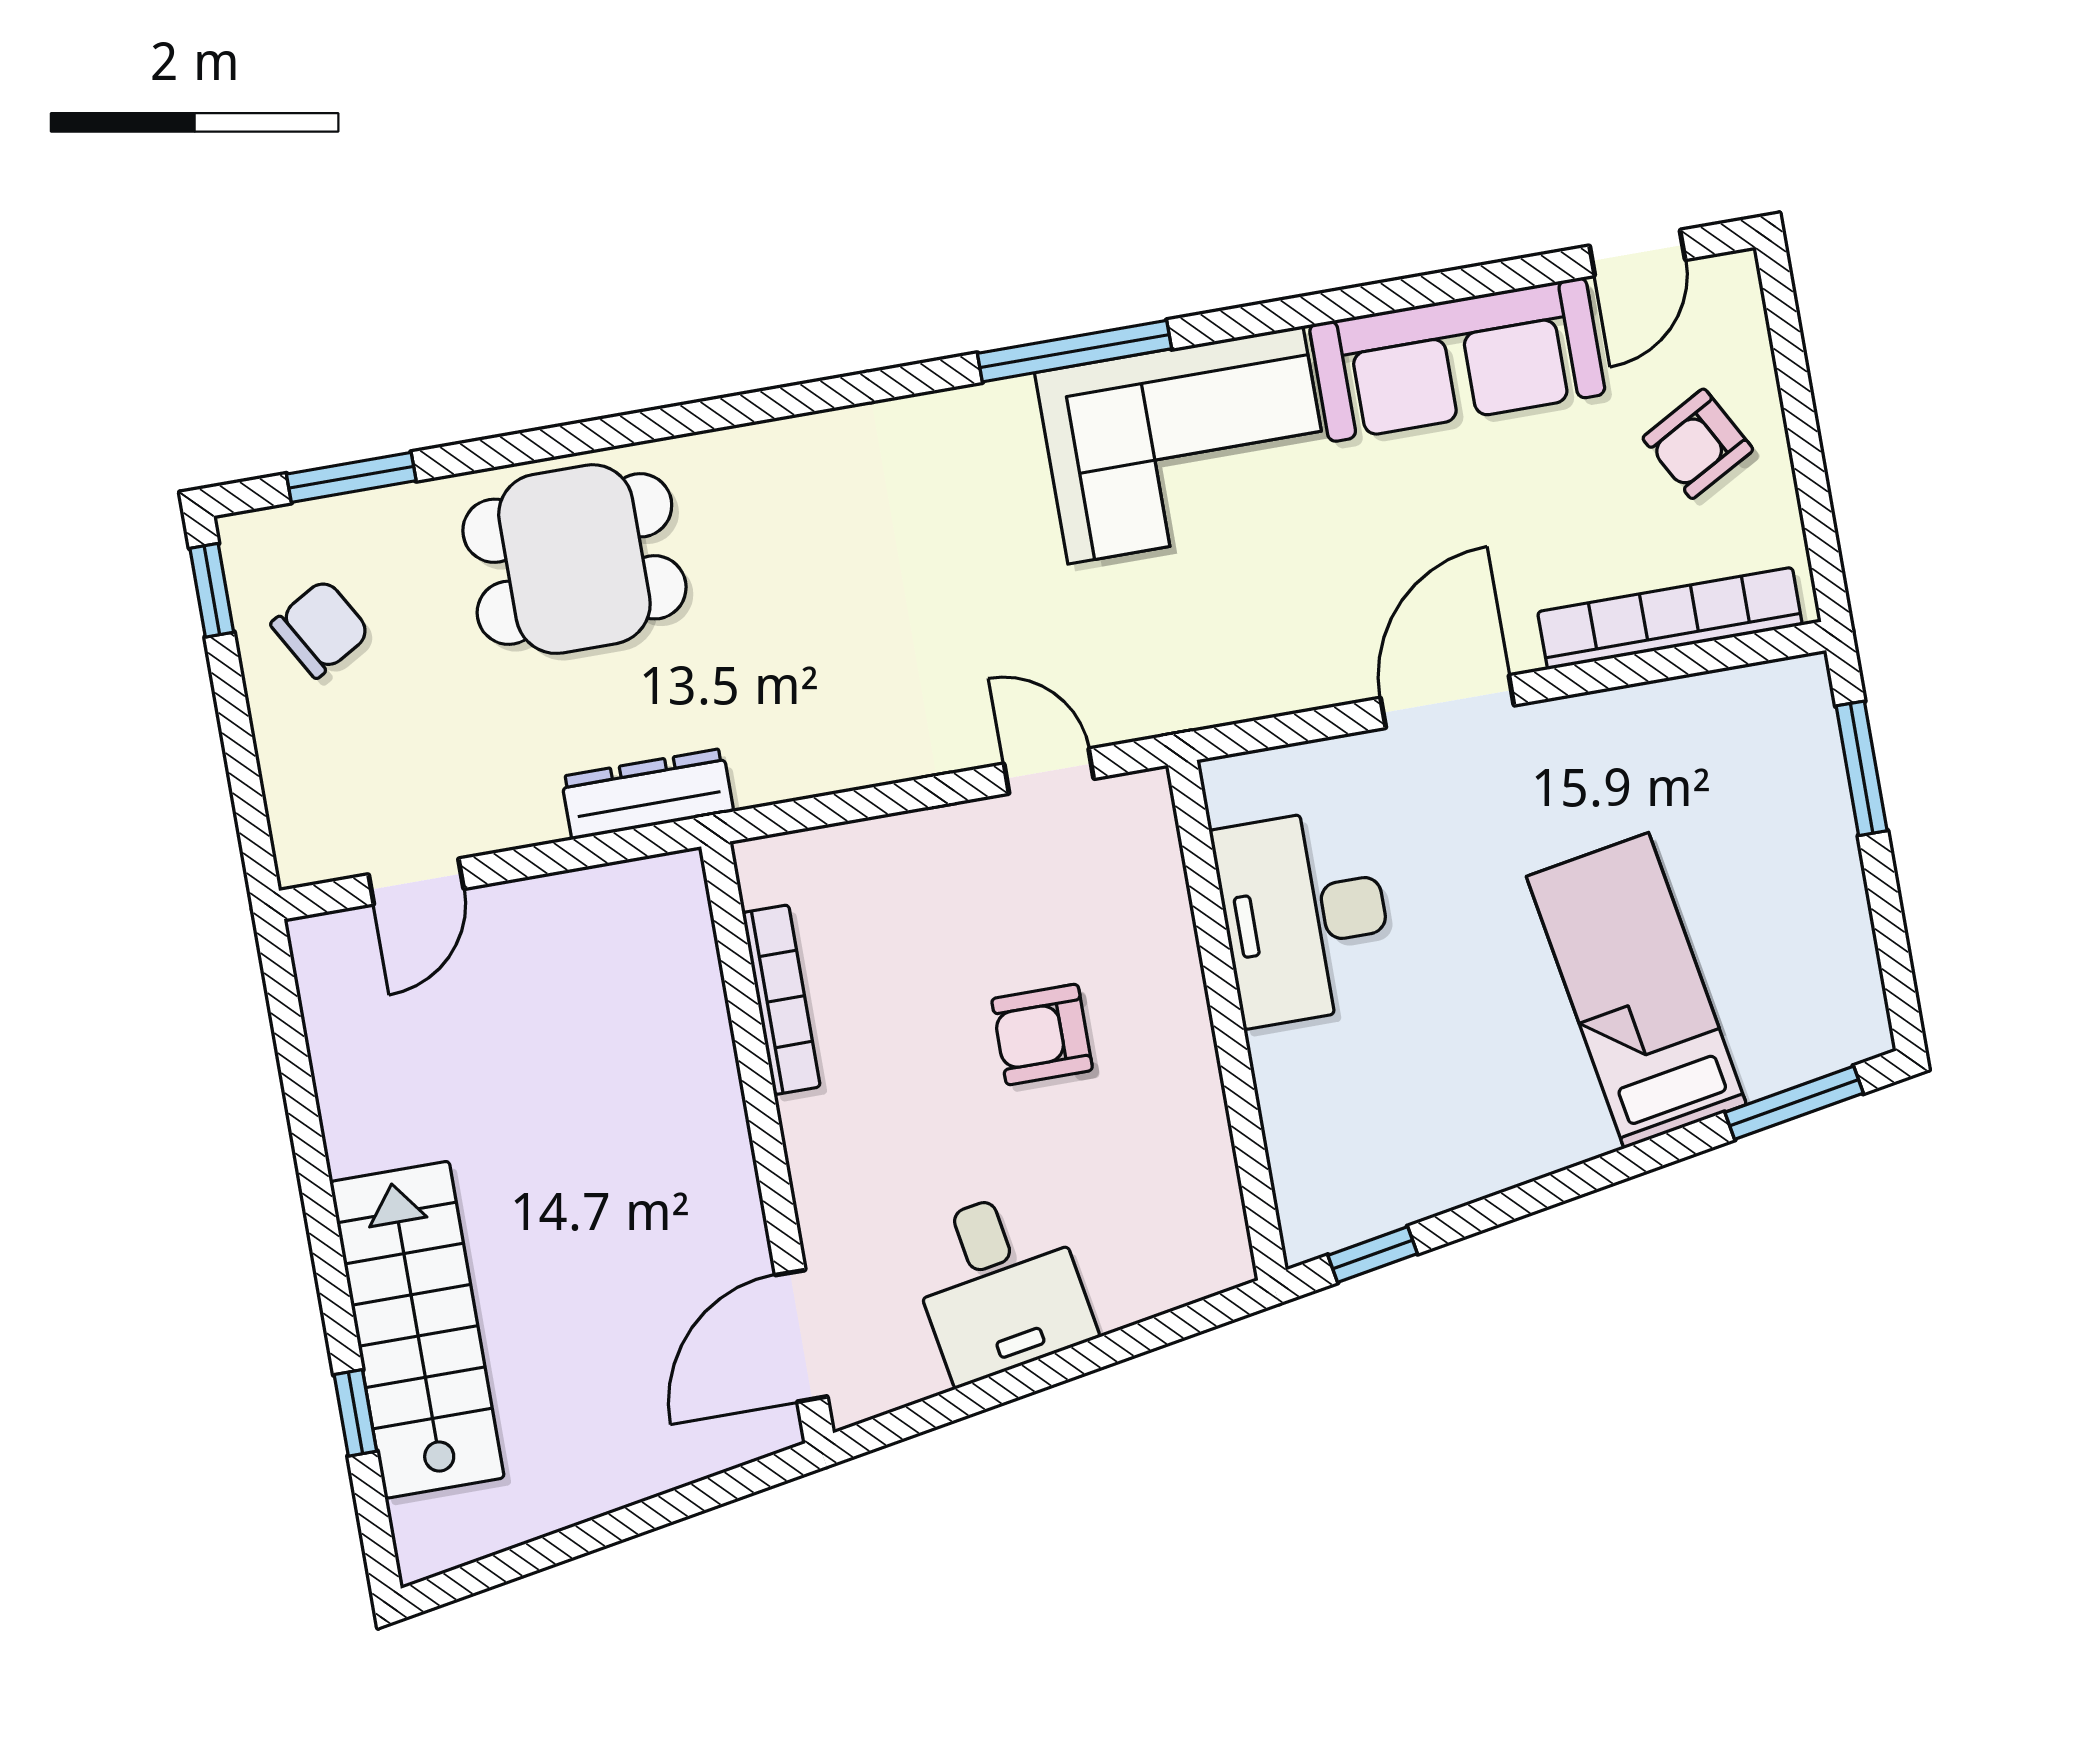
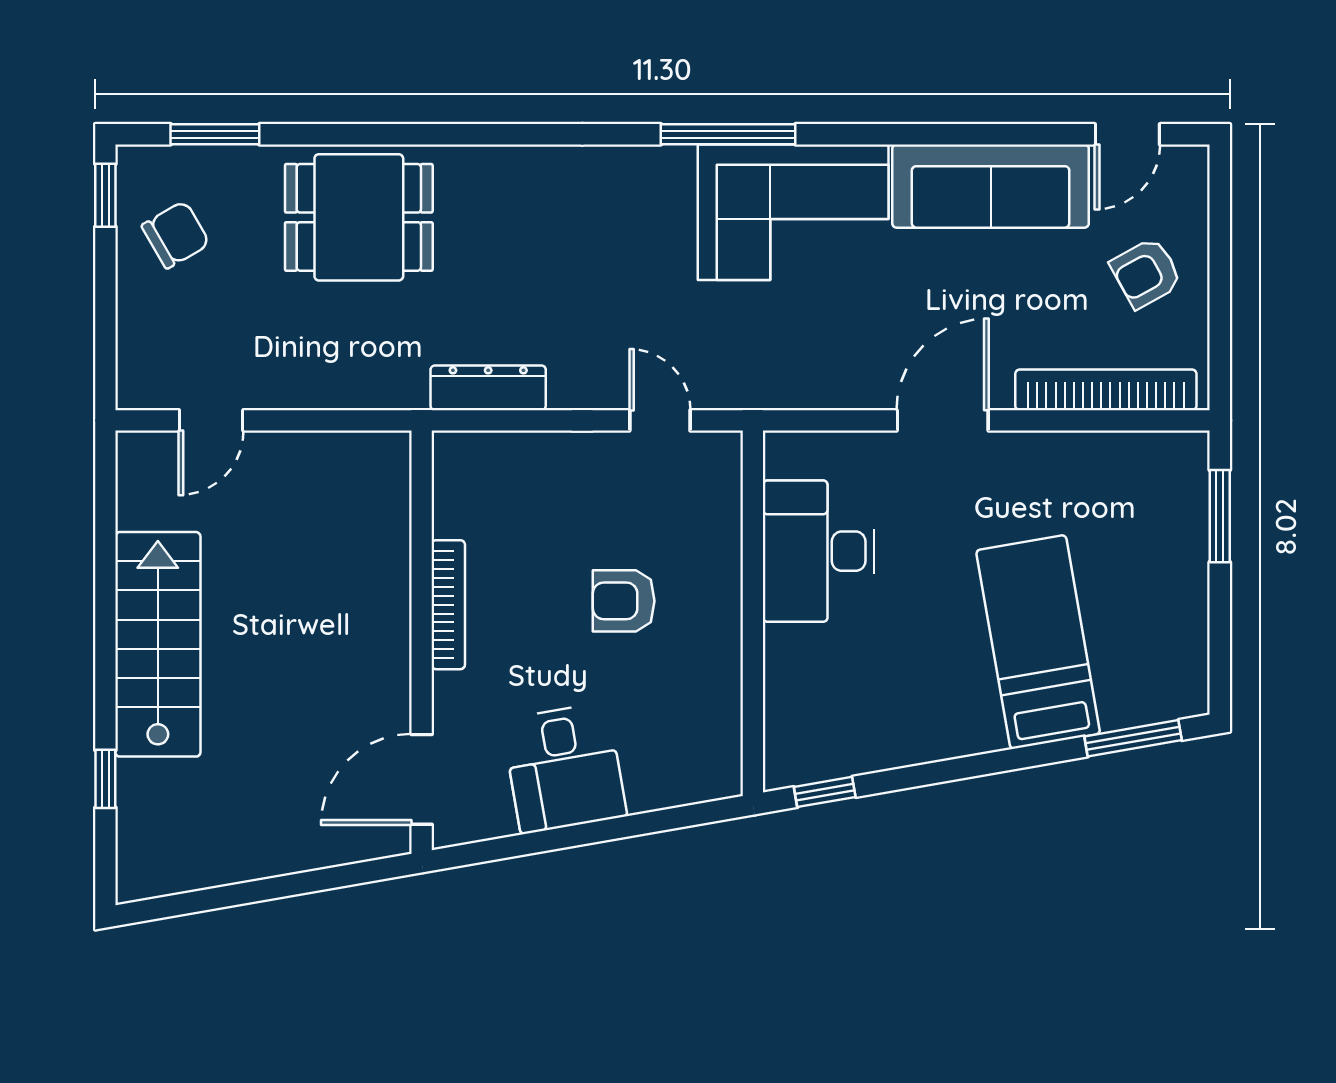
dresser: (647, 794) -> (488, 388), moved
bookcase: (781, 1000) -> (448, 605), moved
stairs: (417, 1330) -> (158, 644), moved

